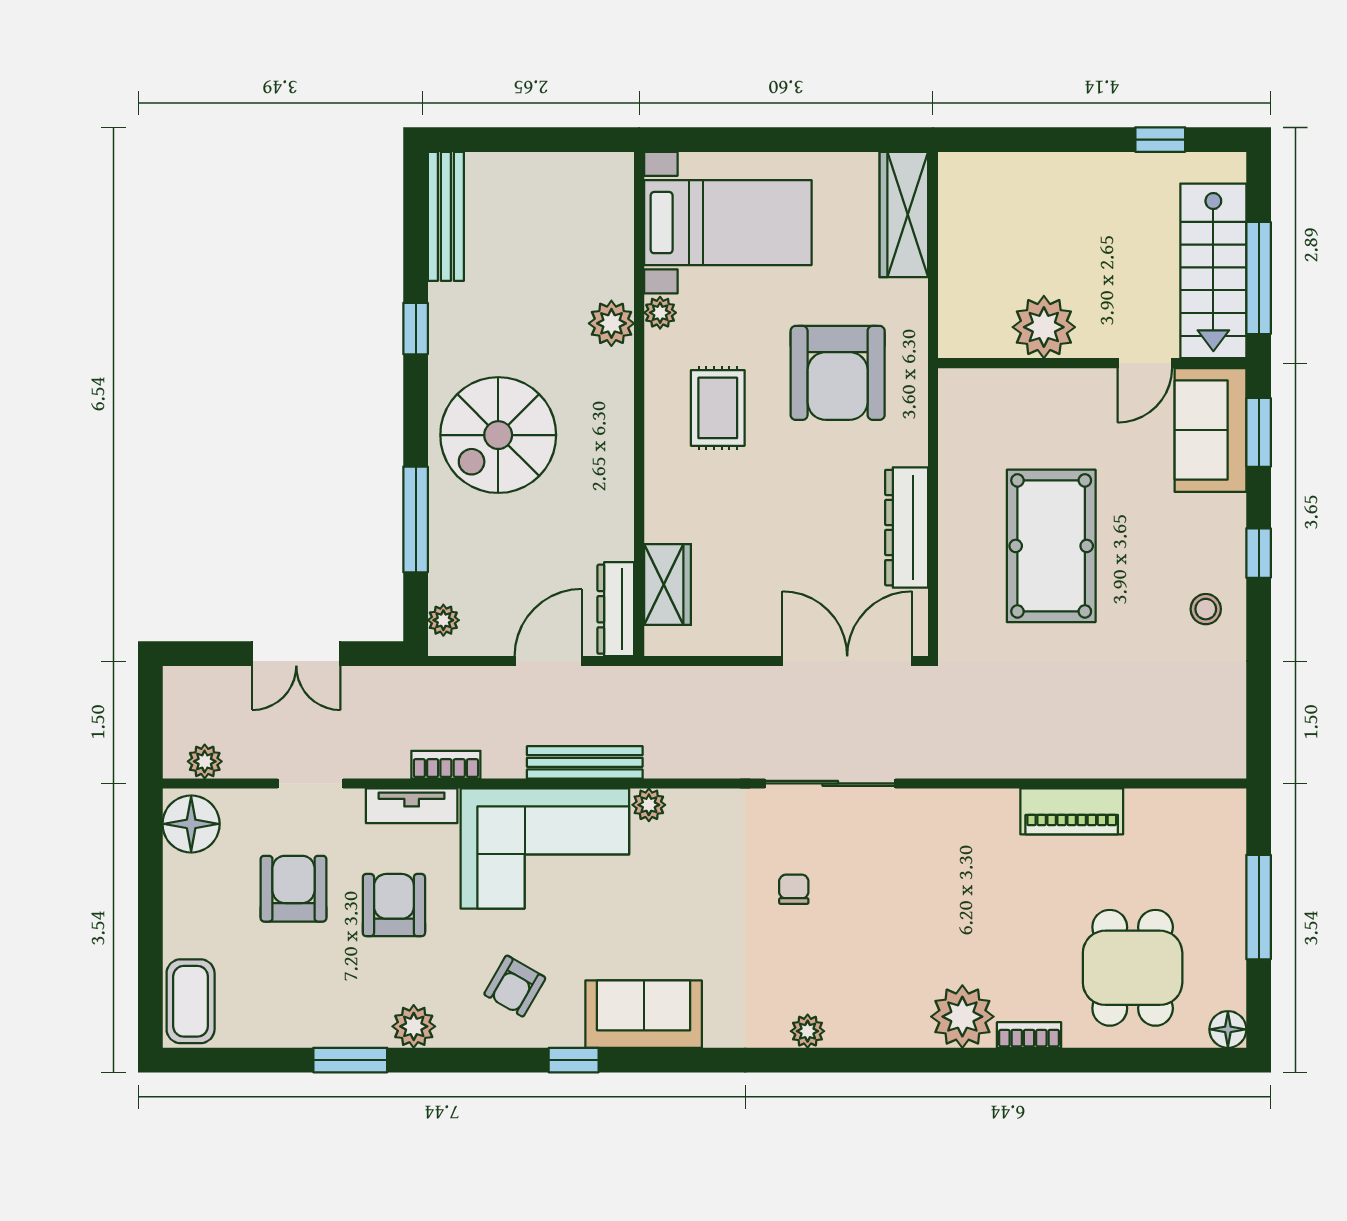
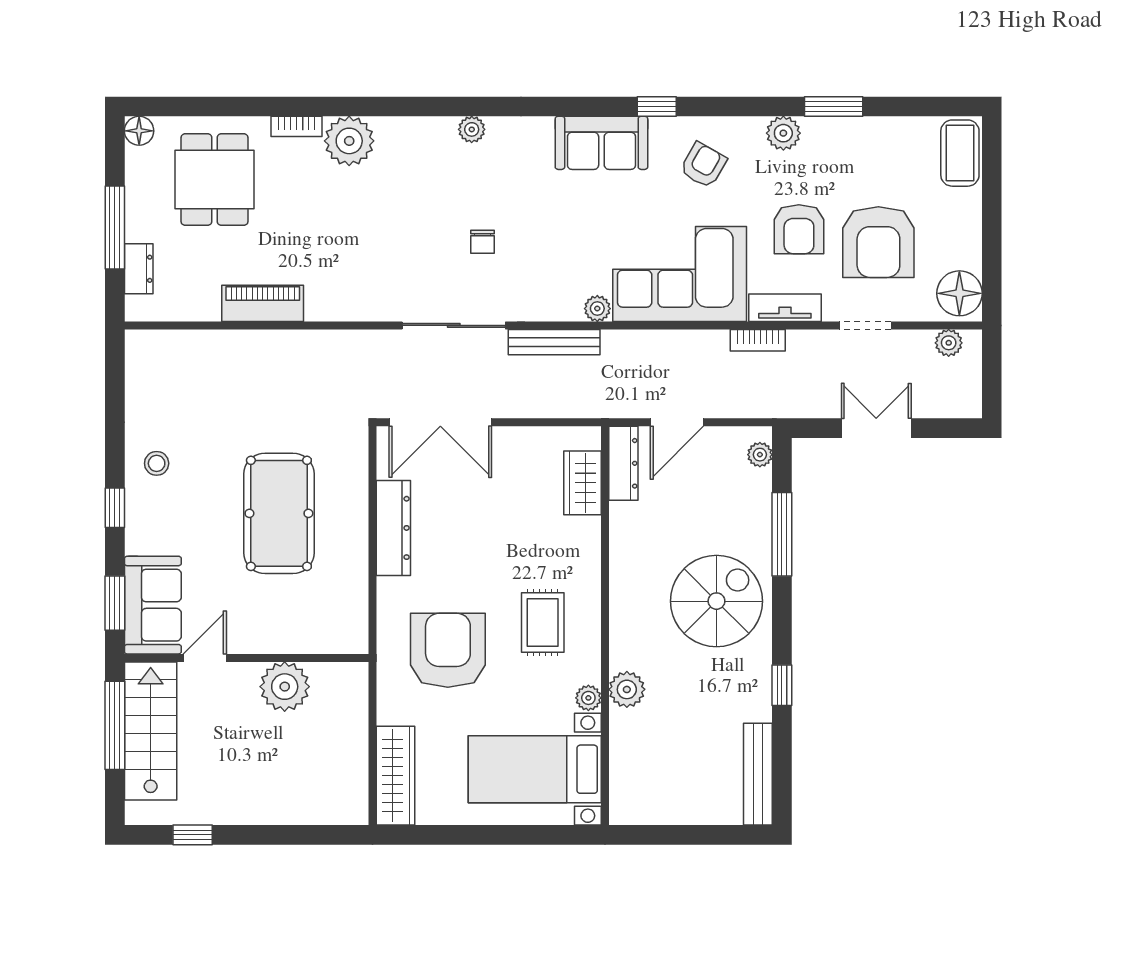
bench: (585, 762) -> (554, 342), moved
dresser: (1228, 855) -> (139, 269), added
armchair: (293, 889) -> (878, 242), width x1.36, depth x1.36

